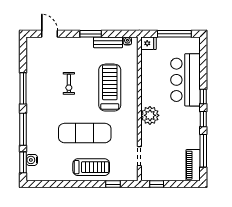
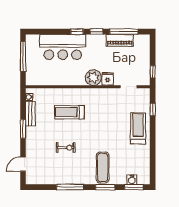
fridge: (148, 43) -> (108, 79), moved
treadmill: (110, 88) -> (69, 112), width x0.73, depth x0.73
window: (23, 129) -> (105, 187), width x0.69
exercise mat: (85, 133) -> (103, 168), moved, width x0.73, depth x0.69
piano: (193, 165) -> (120, 40), moved

